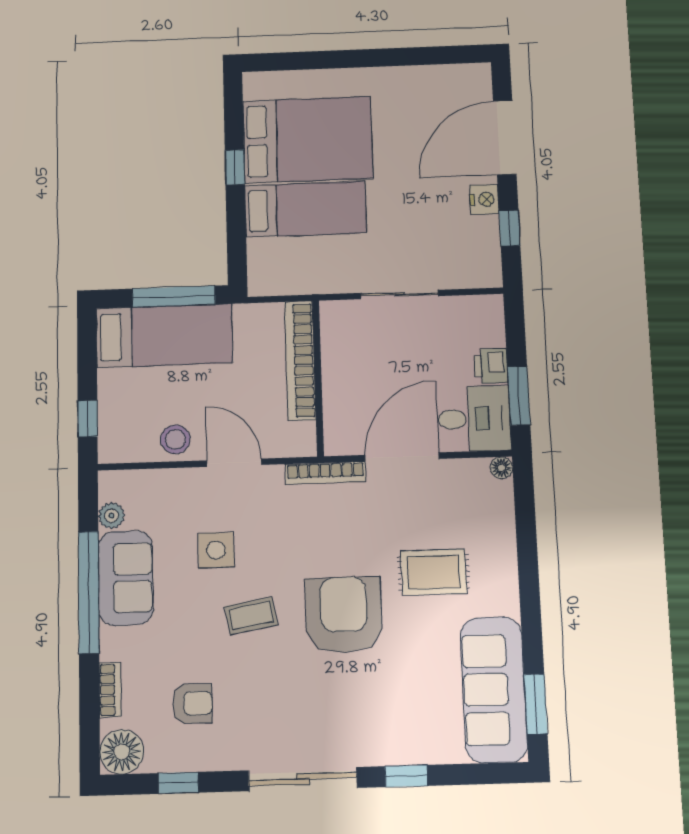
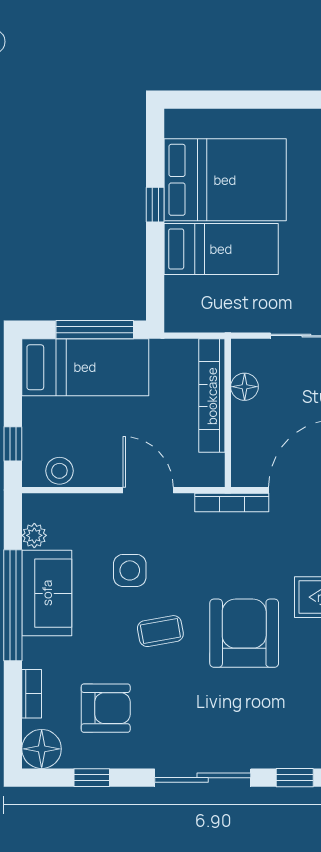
floor lamp: (335, 350) -> (245, 387), added
stool: (175, 439) -> (59, 471), moved
armchair: (192, 703) -> (106, 708), width x1.38, depth x1.38

